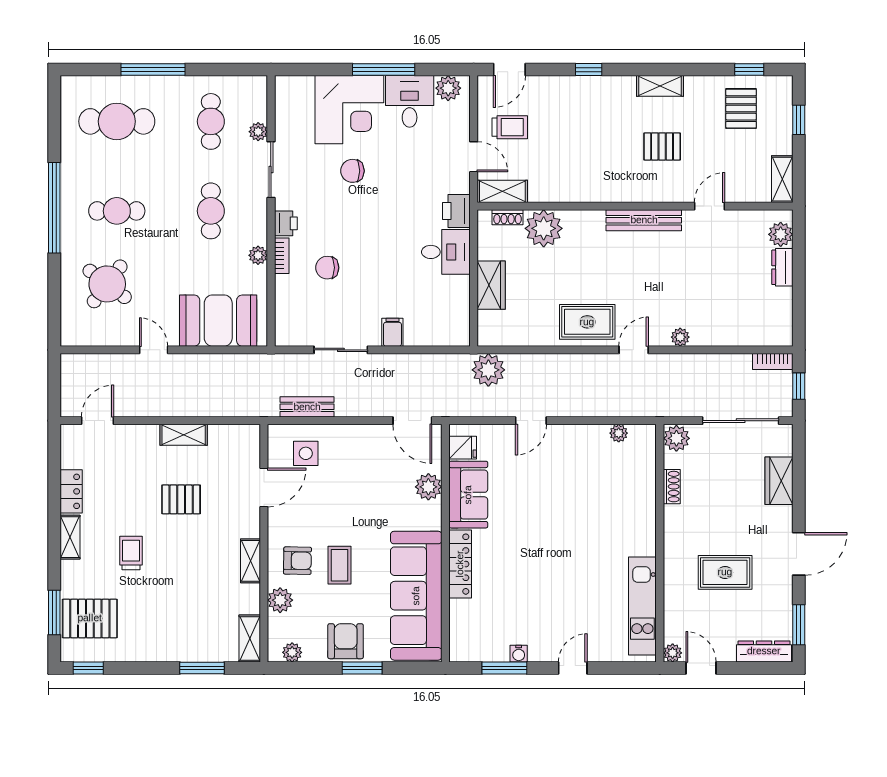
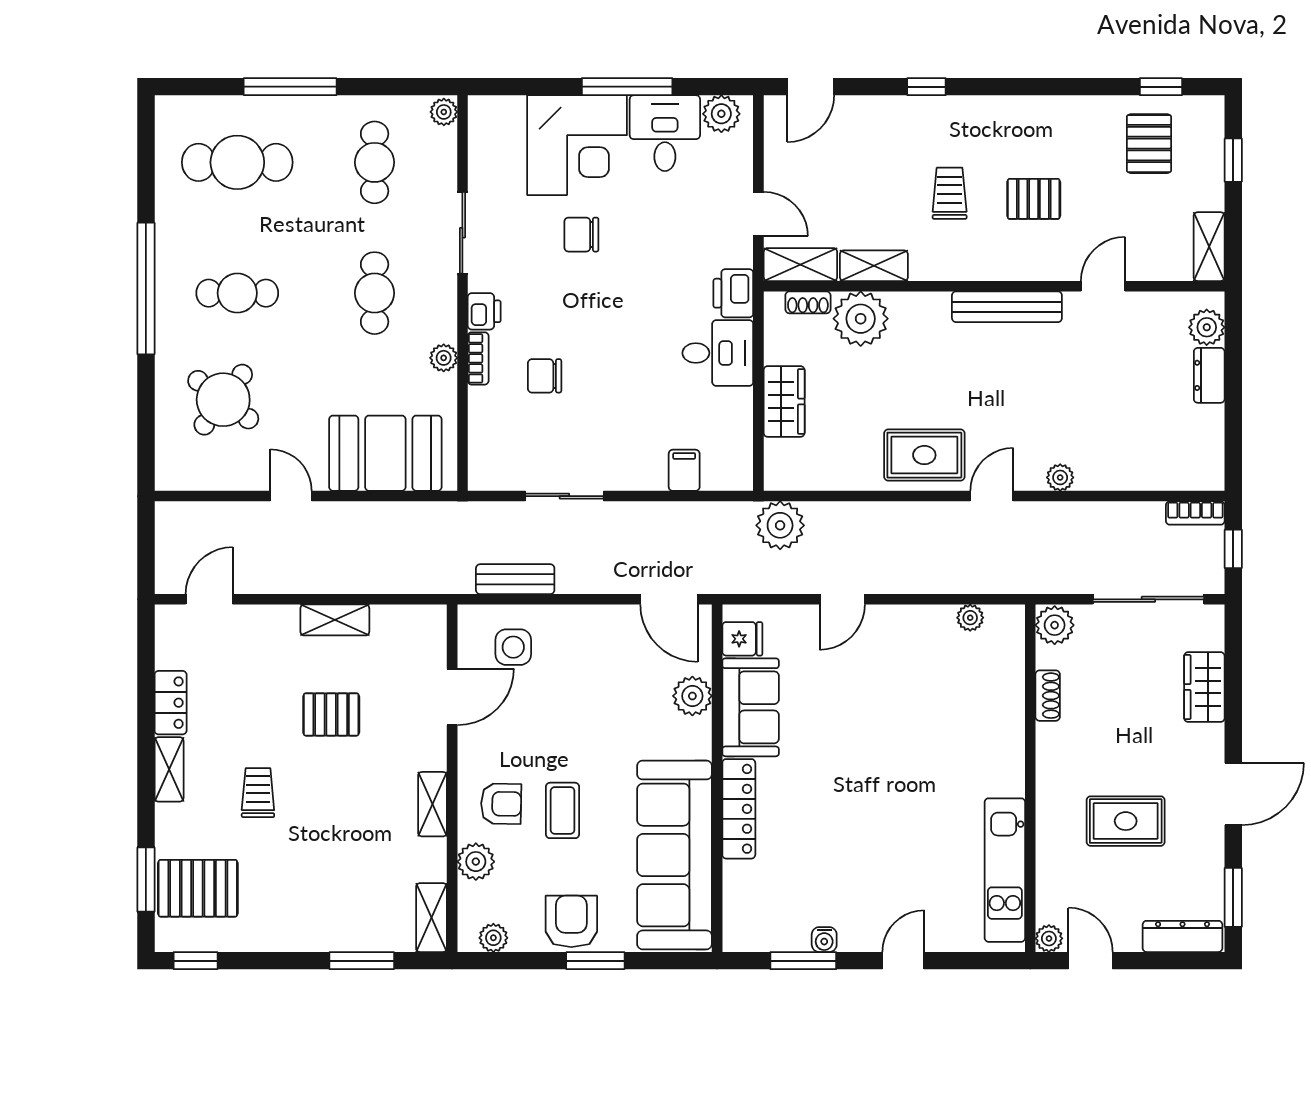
shelving: (660, 86) -> (874, 266), moved
trolley: (510, 127) -> (950, 193), moved, turned -90
plant: (258, 132) -> (444, 112), moved
filing cabinet: (392, 332) -> (684, 470), moved

